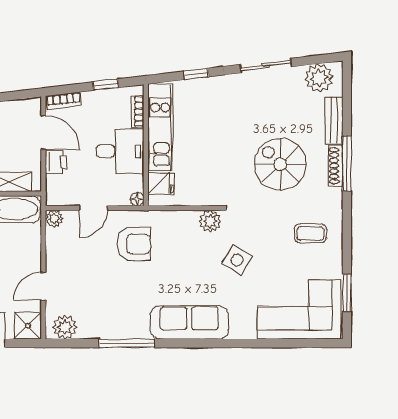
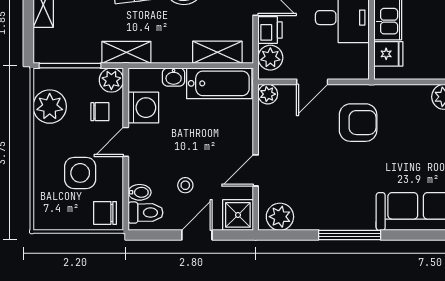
plant: (56, 187) -> (270, 58), added
floor lamp: (137, 199) -> (362, 72), removed

